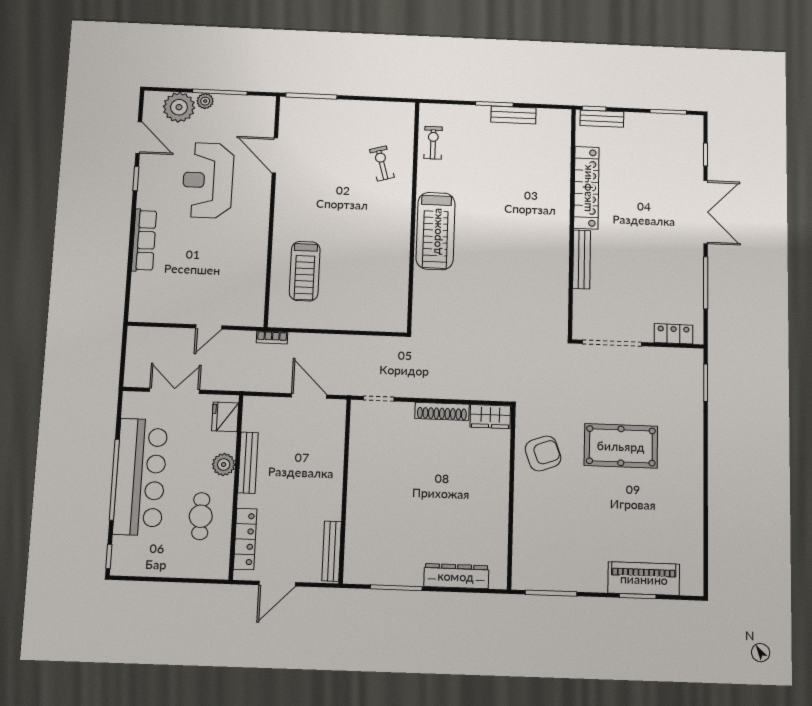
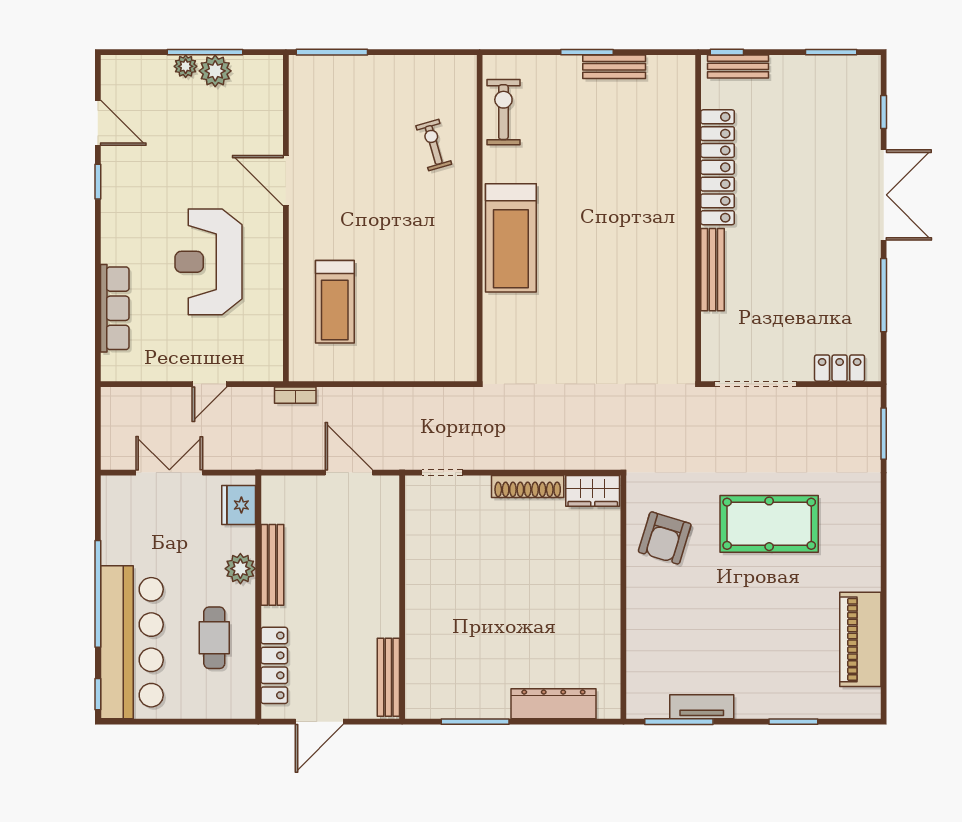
plant: (179, 107) -> (215, 71), moved, width x0.73, depth x0.73
exercise bike: (433, 143) -> (503, 112), width x1.38, depth x1.39
door: (275, 155) -> (286, 181), moved
reception desk: (208, 180) -> (208, 262), moved
row of seats: (144, 240) -> (115, 308), moved
armchair: (543, 453) -> (665, 538), turned 127
bar counter: (140, 477) -> (132, 642), moved
piano: (644, 579) -> (860, 639), moved, turned -90
tv unit: (569, 582) -> (702, 707), added

